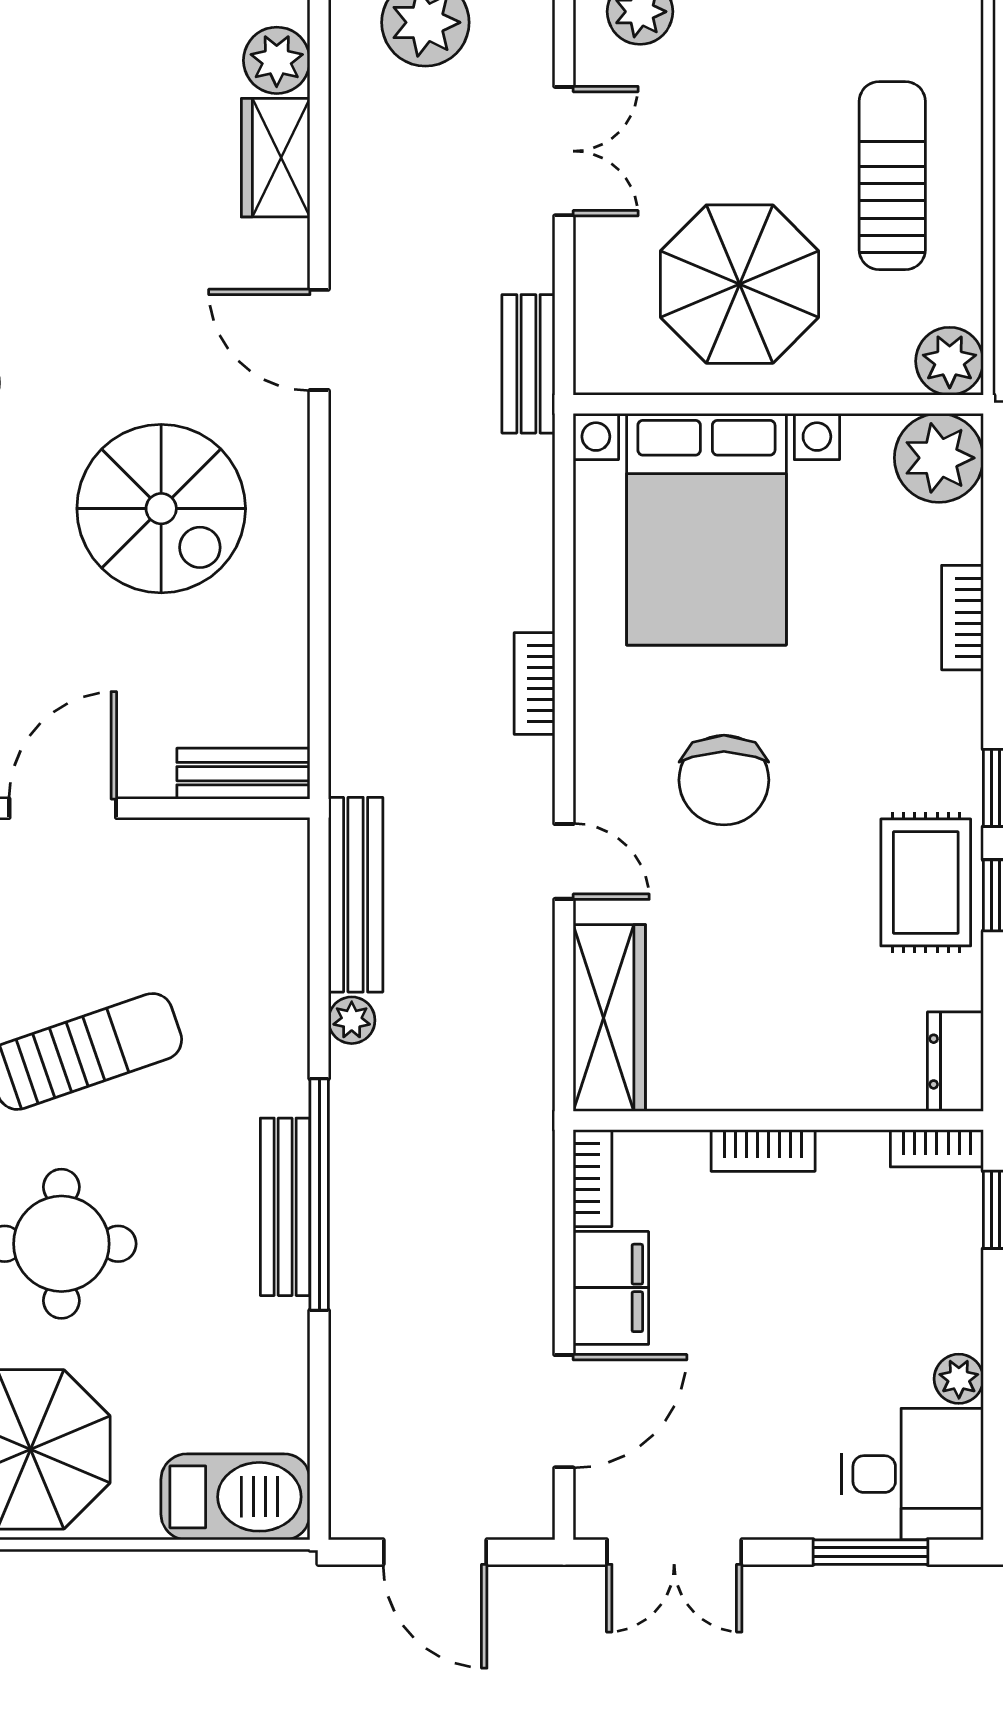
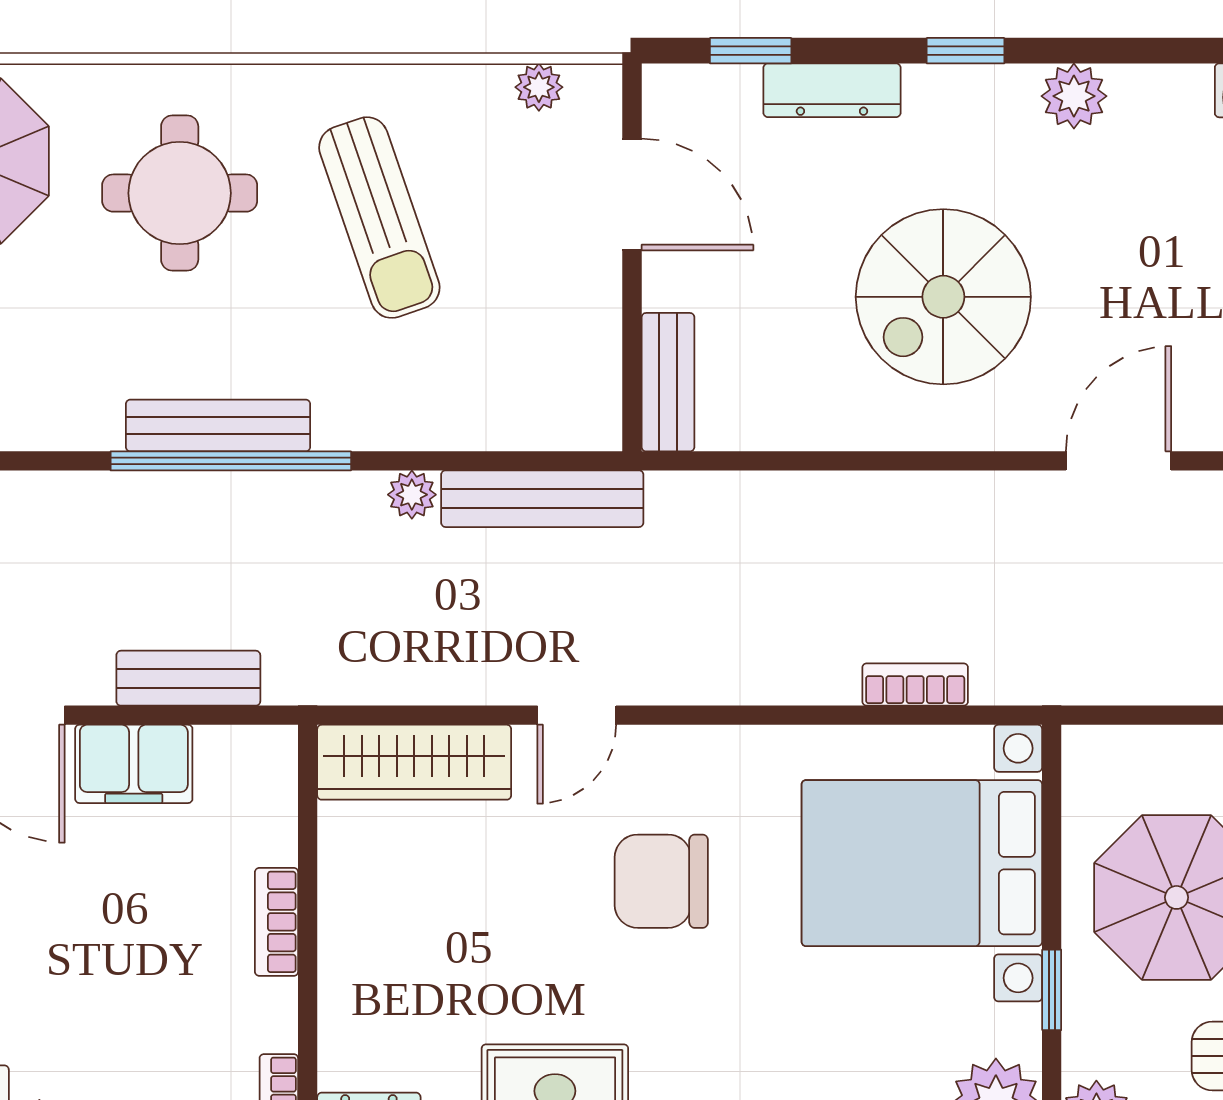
bench: (528, 364) -> (188, 678), moved
window: (828, 404) -> (1052, 990), added
bookcase: (535, 683) -> (915, 685), moved
bookcase: (593, 1178) -> (248, 745), removed

